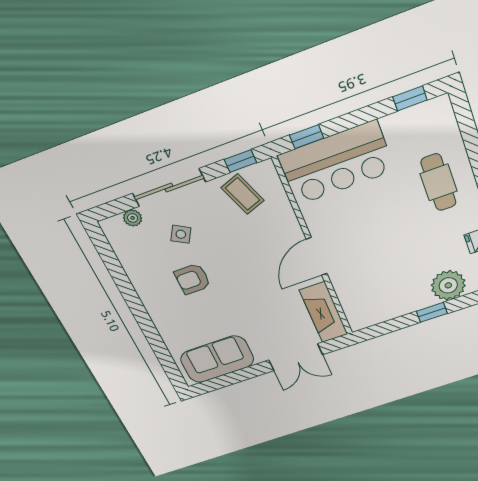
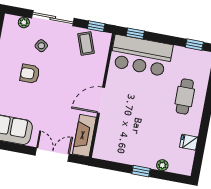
plant: (448, 285) -> (162, 165), width x0.53, depth x0.53
double door: (296, 357) -> (52, 155), swing flipped

